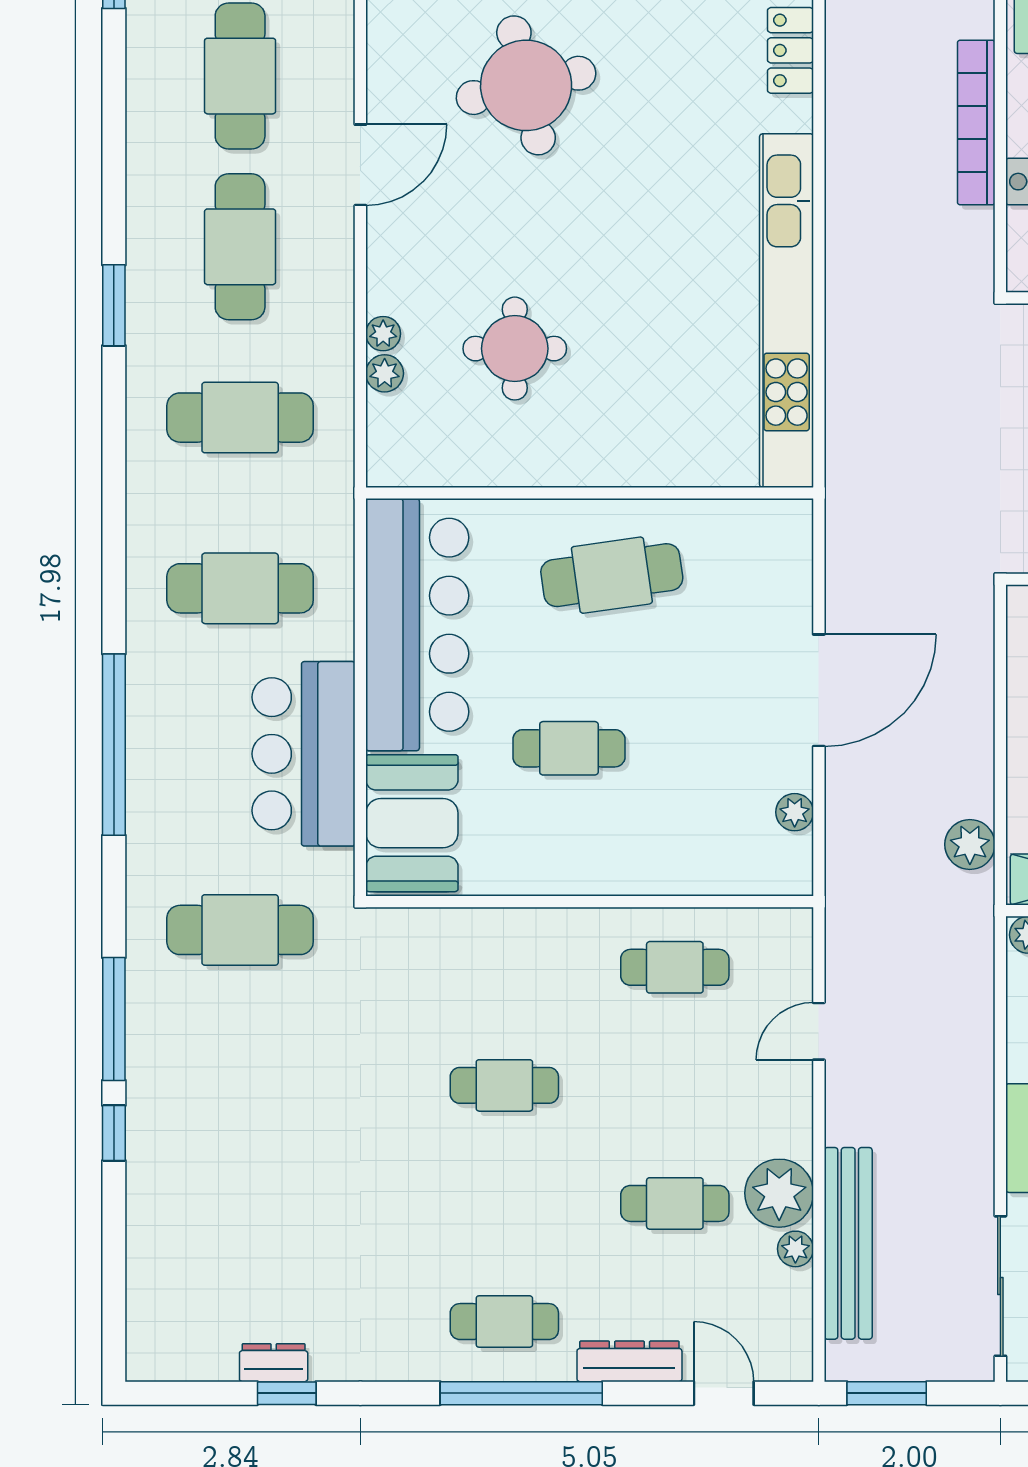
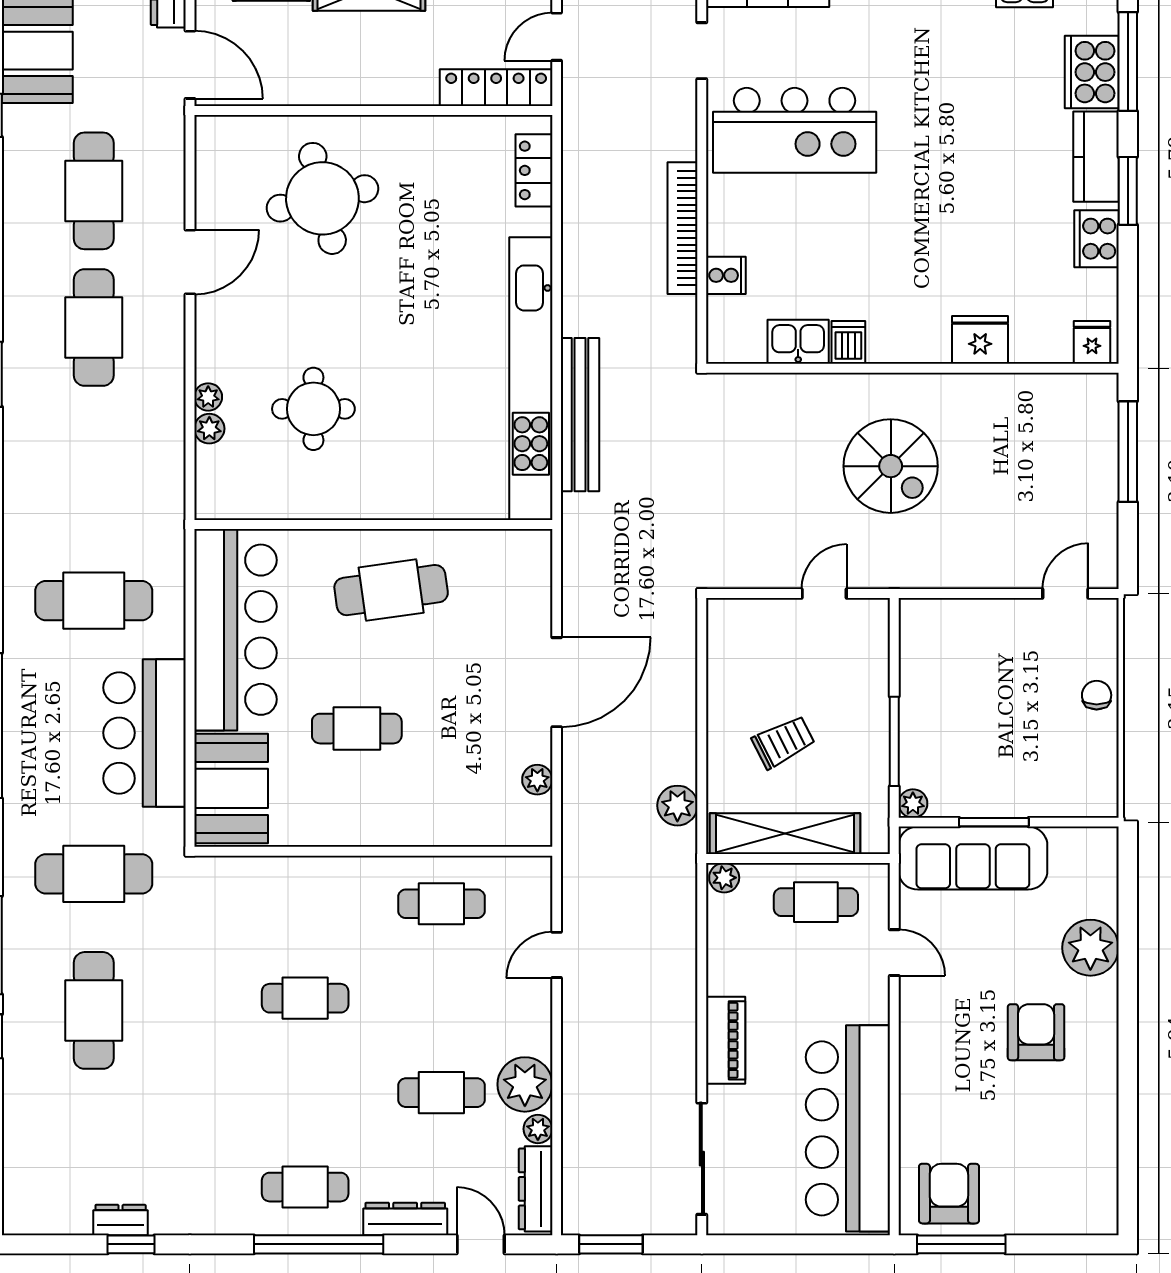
cafe table: (240, 418) -> (94, 1010), moved, turned 90
bench: (848, 1243) -> (580, 415), moved
dresser: (792, 1324) -> (536, 1189), added

